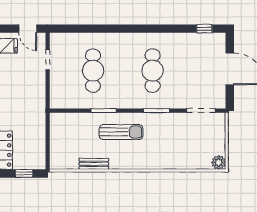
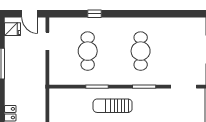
window: (204, 29) -> (94, 14), moved
sun lounger: (121, 132) -> (113, 106), turned 180

